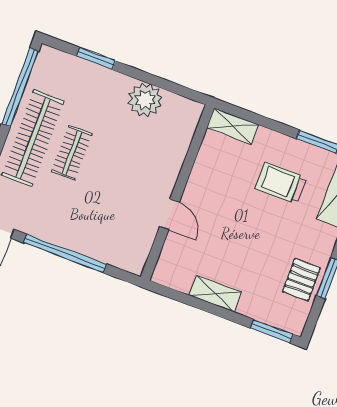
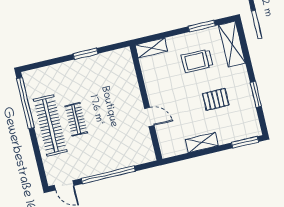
window: (96, 59) -> (86, 54), moved
plant: (145, 100) -> (96, 65), removed
pallet: (301, 280) -> (216, 99), moved, turned 90

